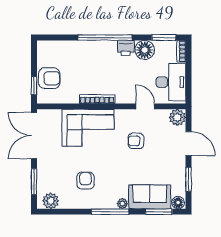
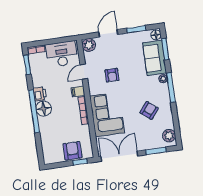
floor lamp: (145, 50) -> (44, 109), moved
filing cabinet: (122, 96) -> (78, 92), added
double door: (34, 136) -> (119, 156), swing flipped
armchair: (86, 181) -> (149, 110), turned 129

